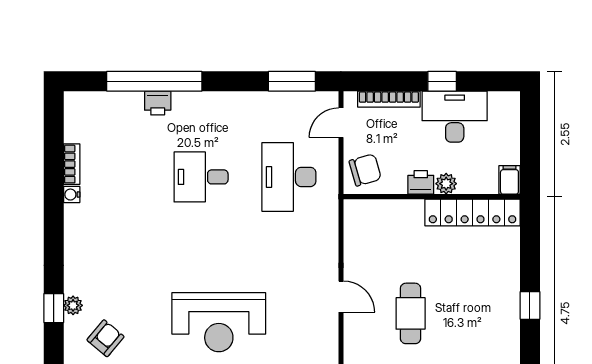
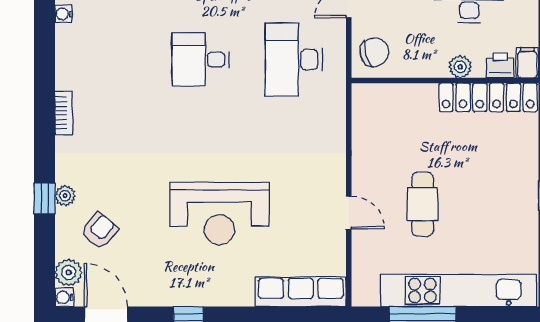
bookcase: (72, 164) -> (64, 113), moved
printer: (421, 182) -> (500, 65), moved
water cooler: (72, 195) -> (64, 14), moved
door: (341, 297) -> (349, 213), moved

